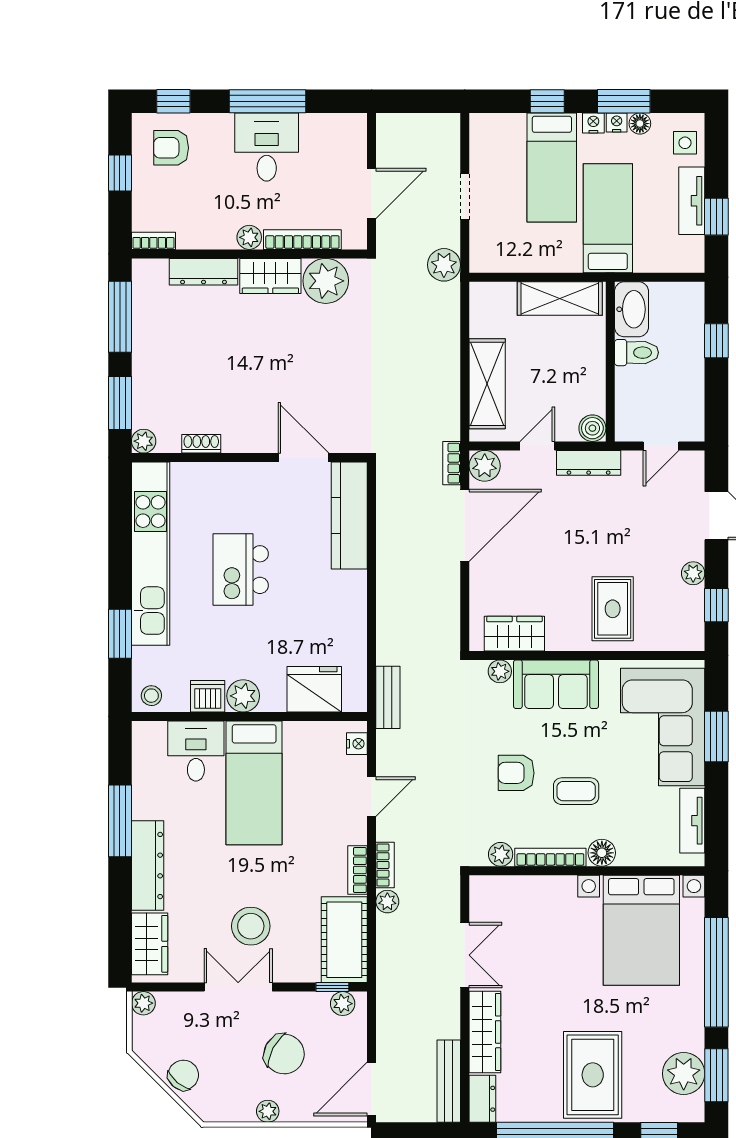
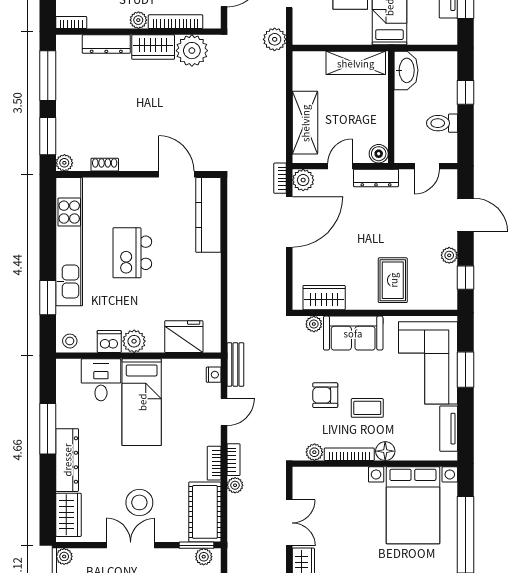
toilet: (636, 353) -> (442, 123), moved, turned 180
bench: (388, 697) -> (235, 365), moved
window: (332, 987) -> (197, 545), width x1.50

